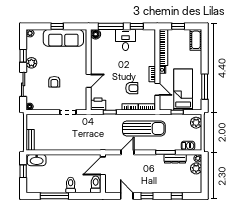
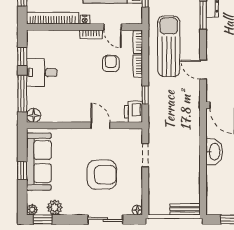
window: (23, 56) -> (43, 219), moved
plant: (31, 63) -> (55, 207), moved
armchair: (54, 82) -> (102, 175), width x1.88, depth x1.88
door: (157, 89) -> (112, 27), swing flipped
washbasin: (37, 160) -> (214, 152), moved

